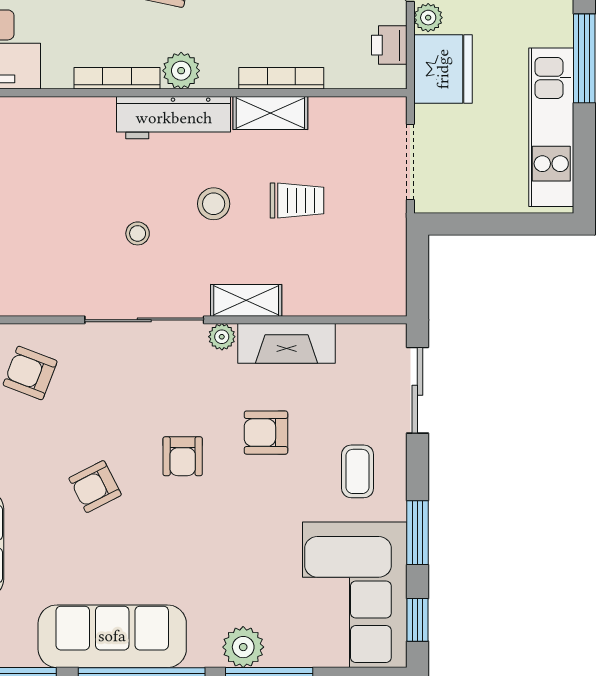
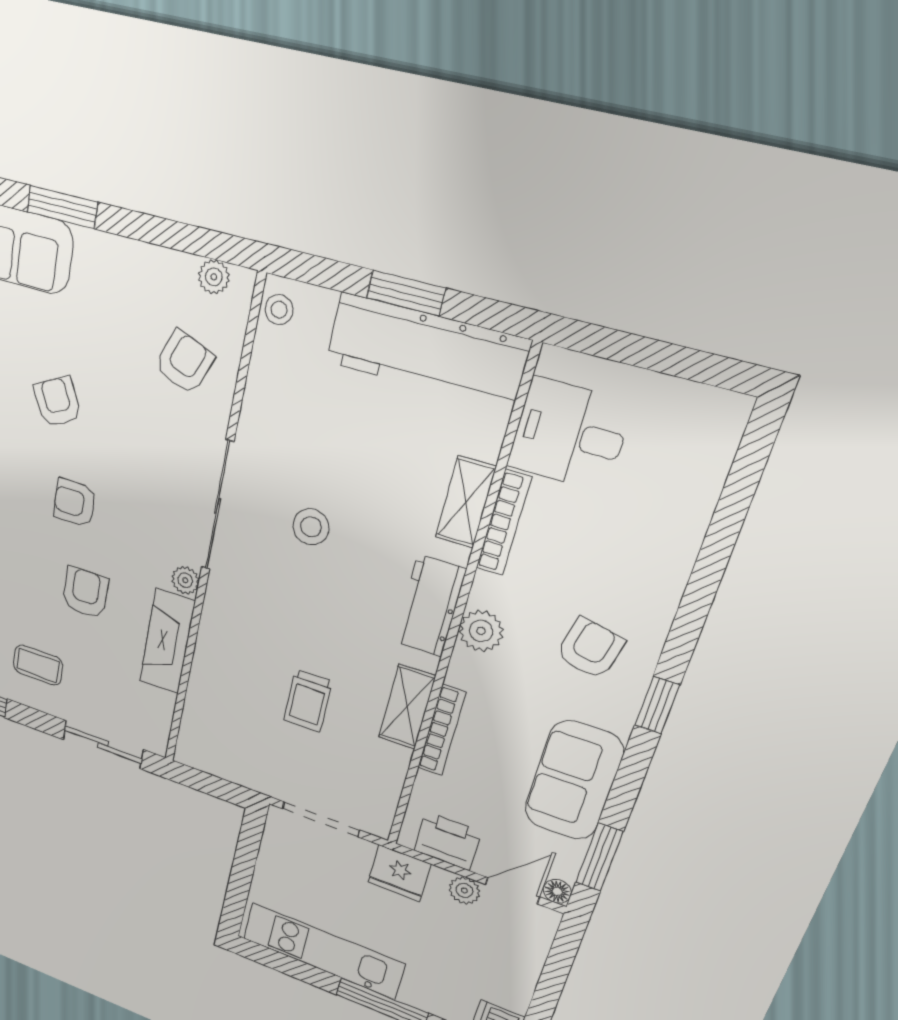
printer: (389, 45) -> (448, 841), width x1.36, depth x1.24
fridge: (443, 69) -> (399, 873), width x0.73, depth x0.75
bookcase: (117, 78) -> (504, 523), moved
workbench: (174, 118) -> (430, 606), width x0.73
stool: (214, 204) -> (324, 617), removed
stool: (138, 233) -> (311, 527), width x1.37, depth x1.37
shelving: (246, 300) -> (466, 502), moved

